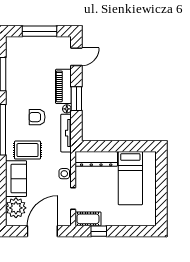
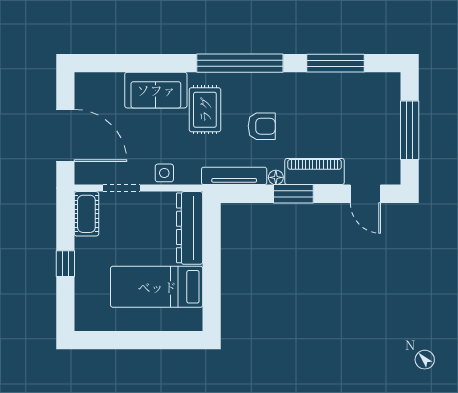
armchair: (37, 117) -> (262, 126), turned 90
plant: (16, 208) -> (106, 90), removed
window: (99, 231) -> (65, 264), moved

